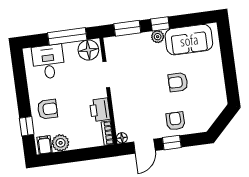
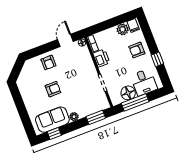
window: (160, 24) -> (54, 133), moved
floor lamp: (88, 50) -> (128, 93), moved
window: (27, 126) -> (157, 59), moved
window: (172, 143) -> (48, 47), removed

